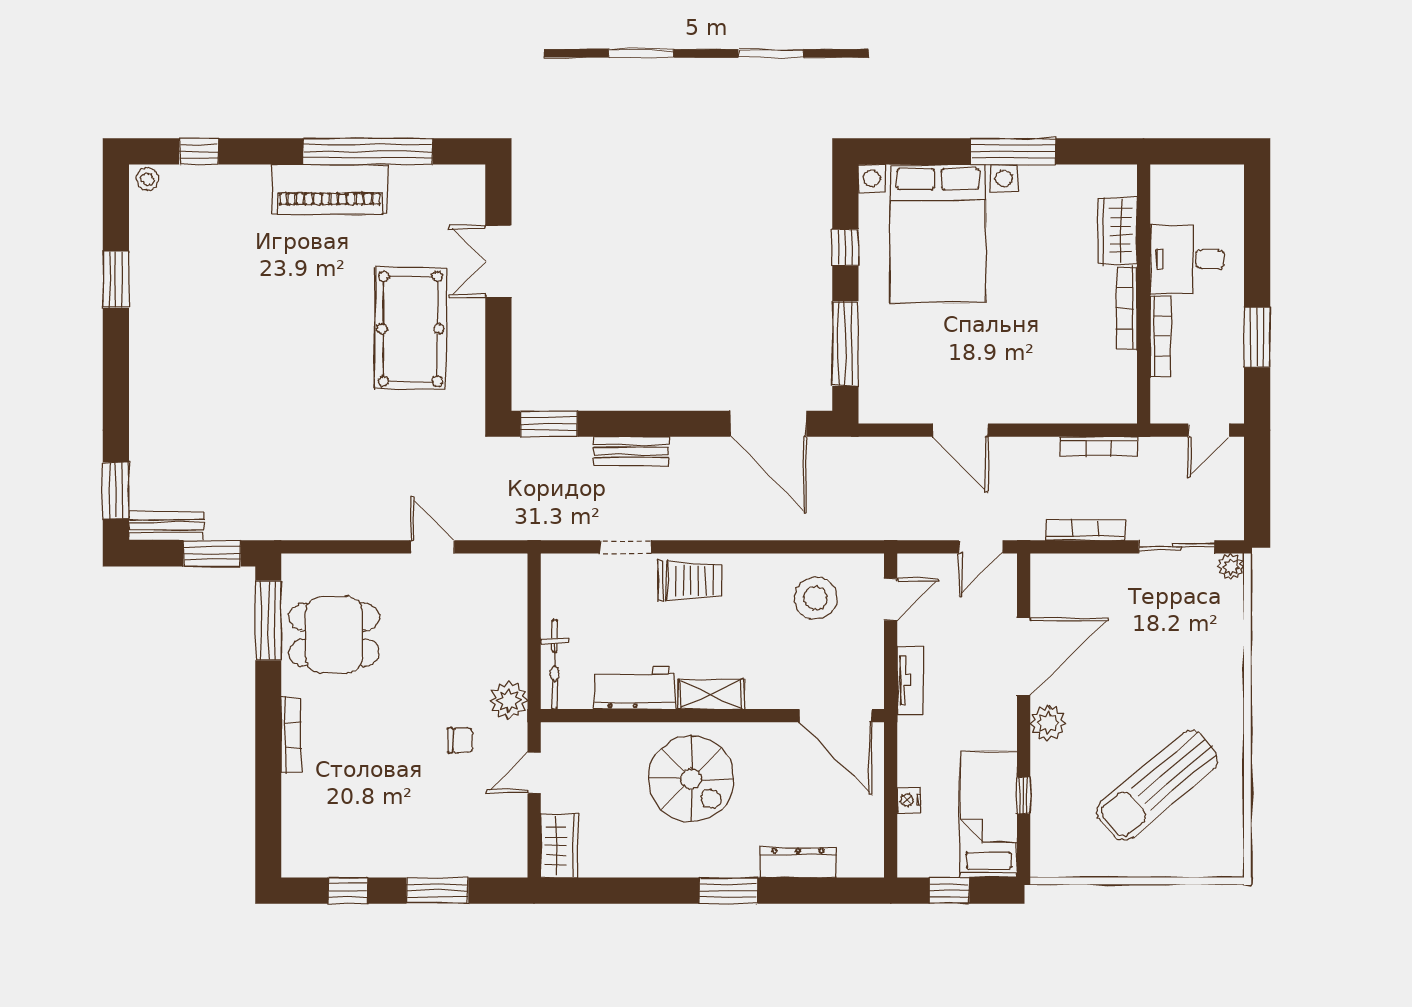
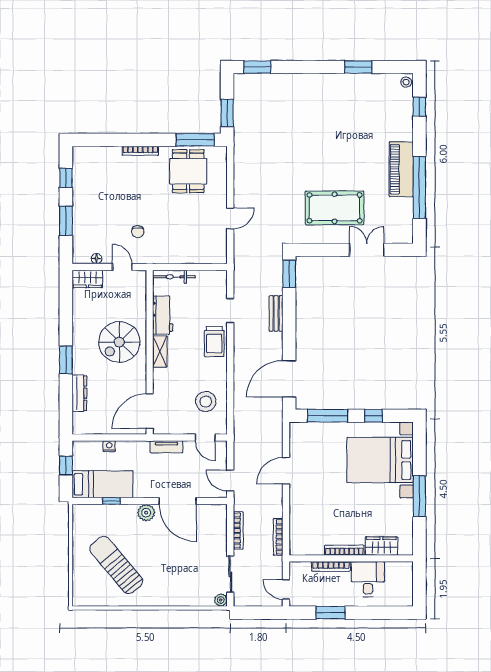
bench: (166, 526) -> (240, 91), removed
plant: (509, 701) -> (157, 255), removed
floor lamp: (517, 827) -> (97, 259), added

